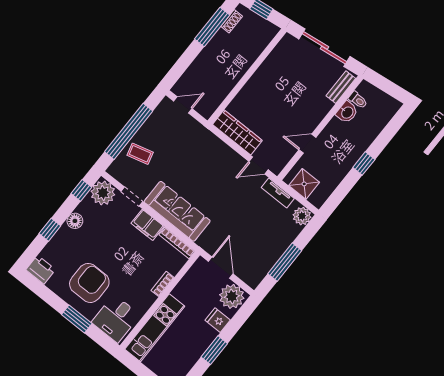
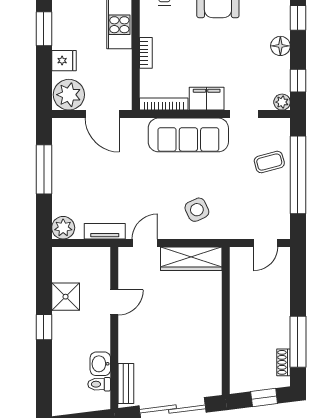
side table: (209, 160) -> (197, 210), added
shower: (304, 184) -> (66, 297), moved
plant: (103, 193) -> (282, 102), width x0.53, depth x0.53

